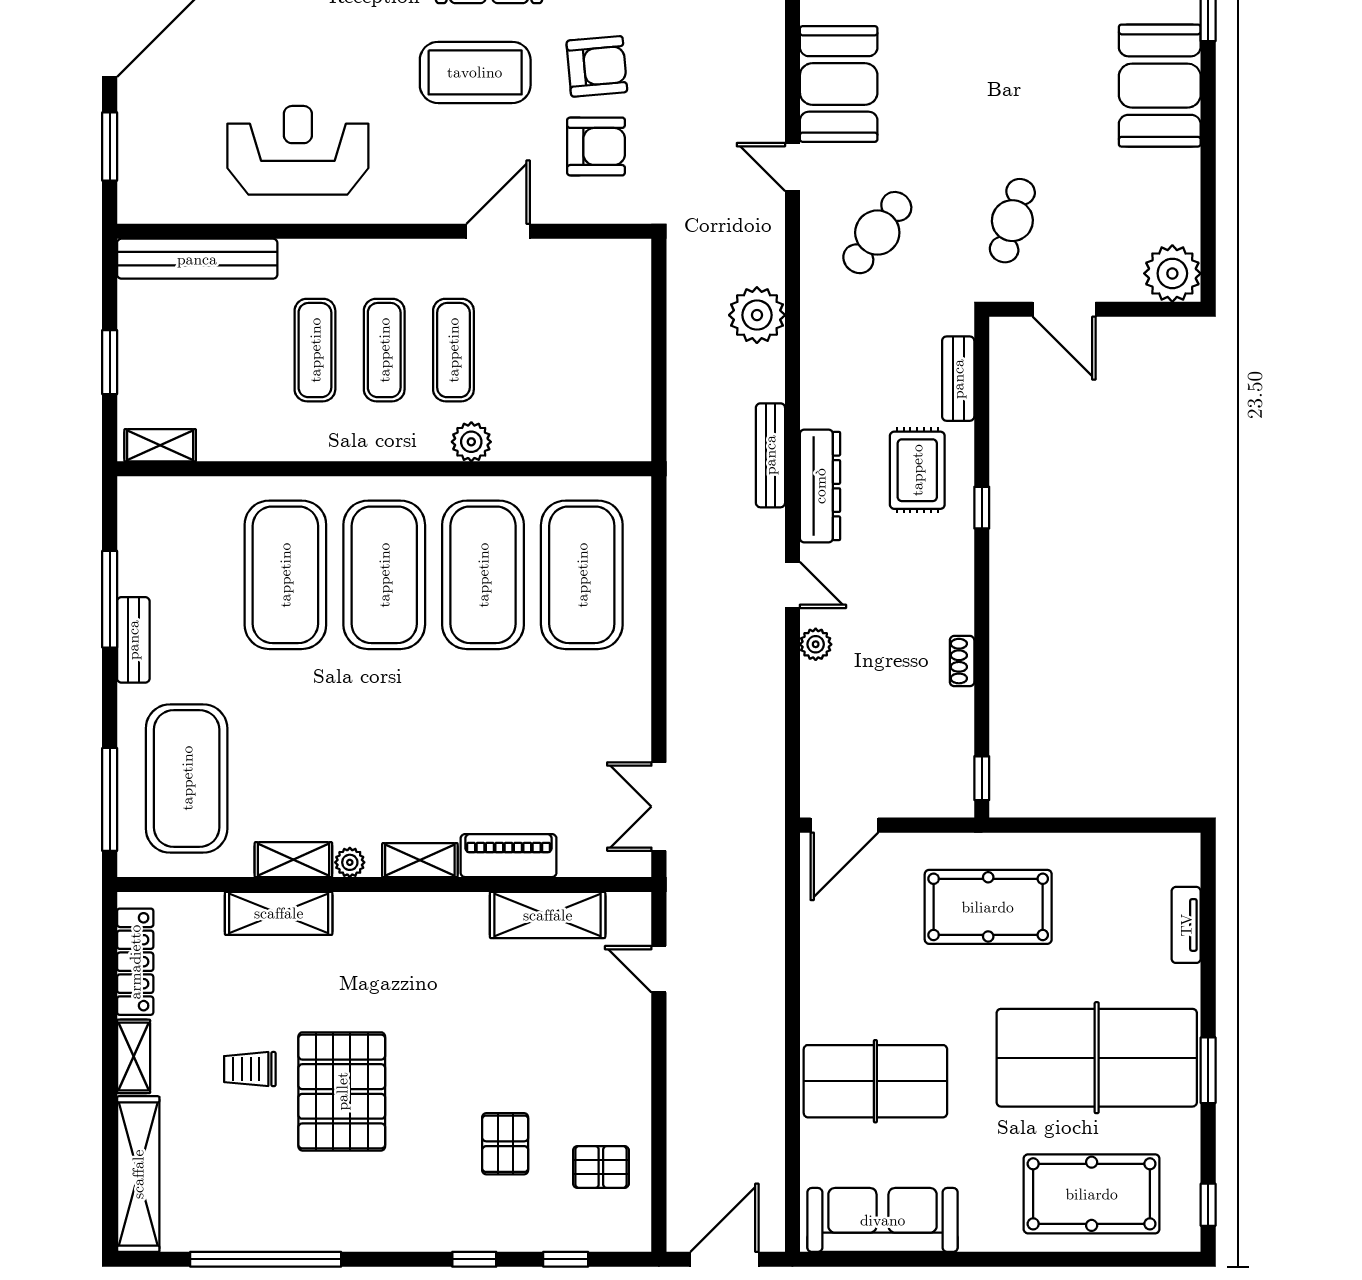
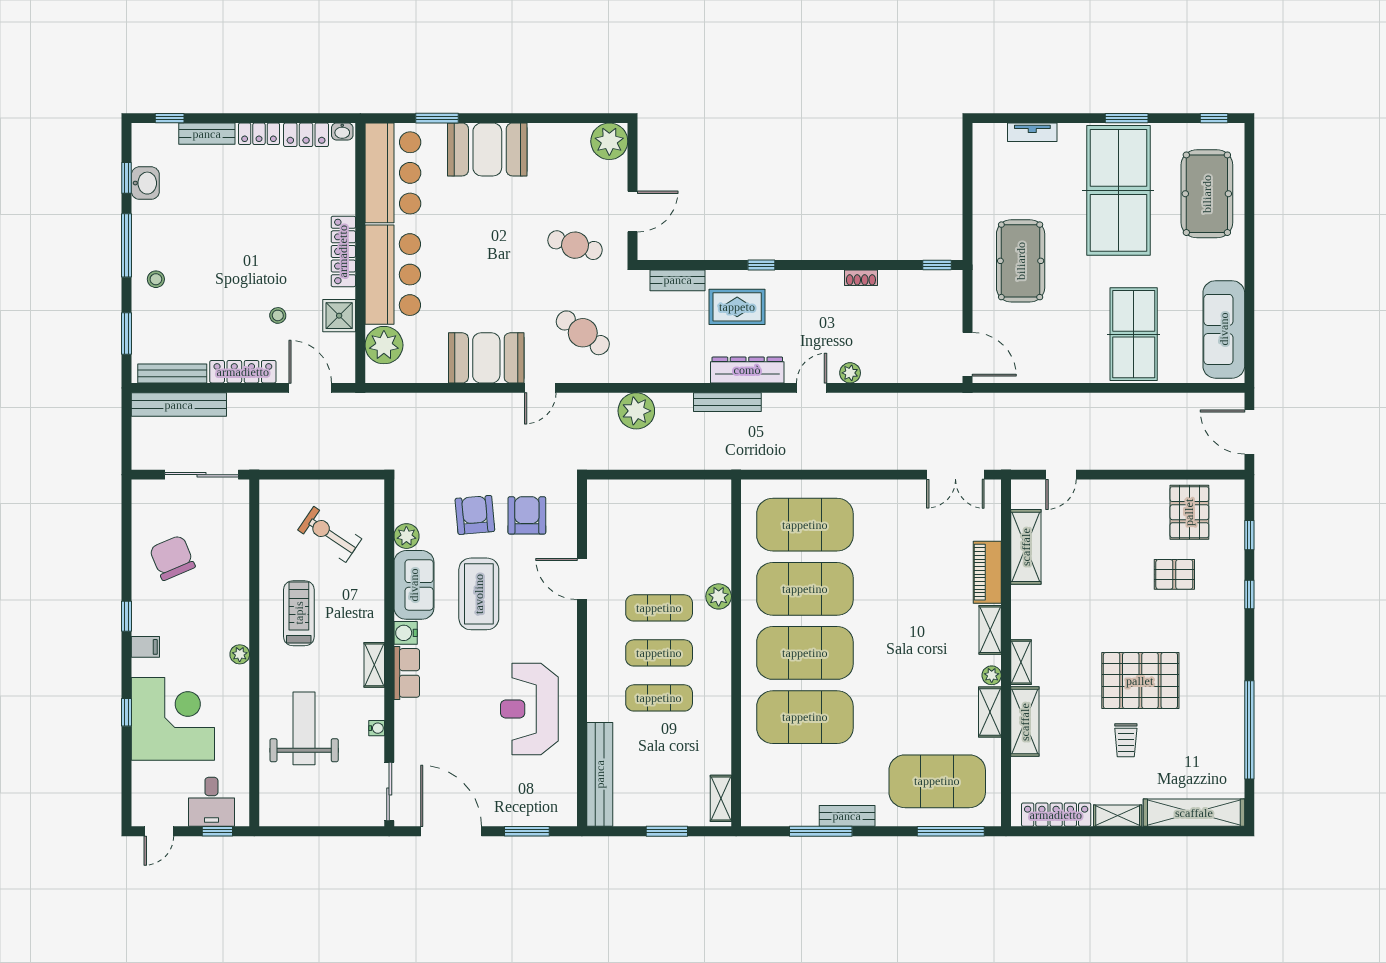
shelving: (370, 908) -> (1021, 662), added
pallet: (601, 1167) -> (1189, 512), width x1.50, depth x1.42

